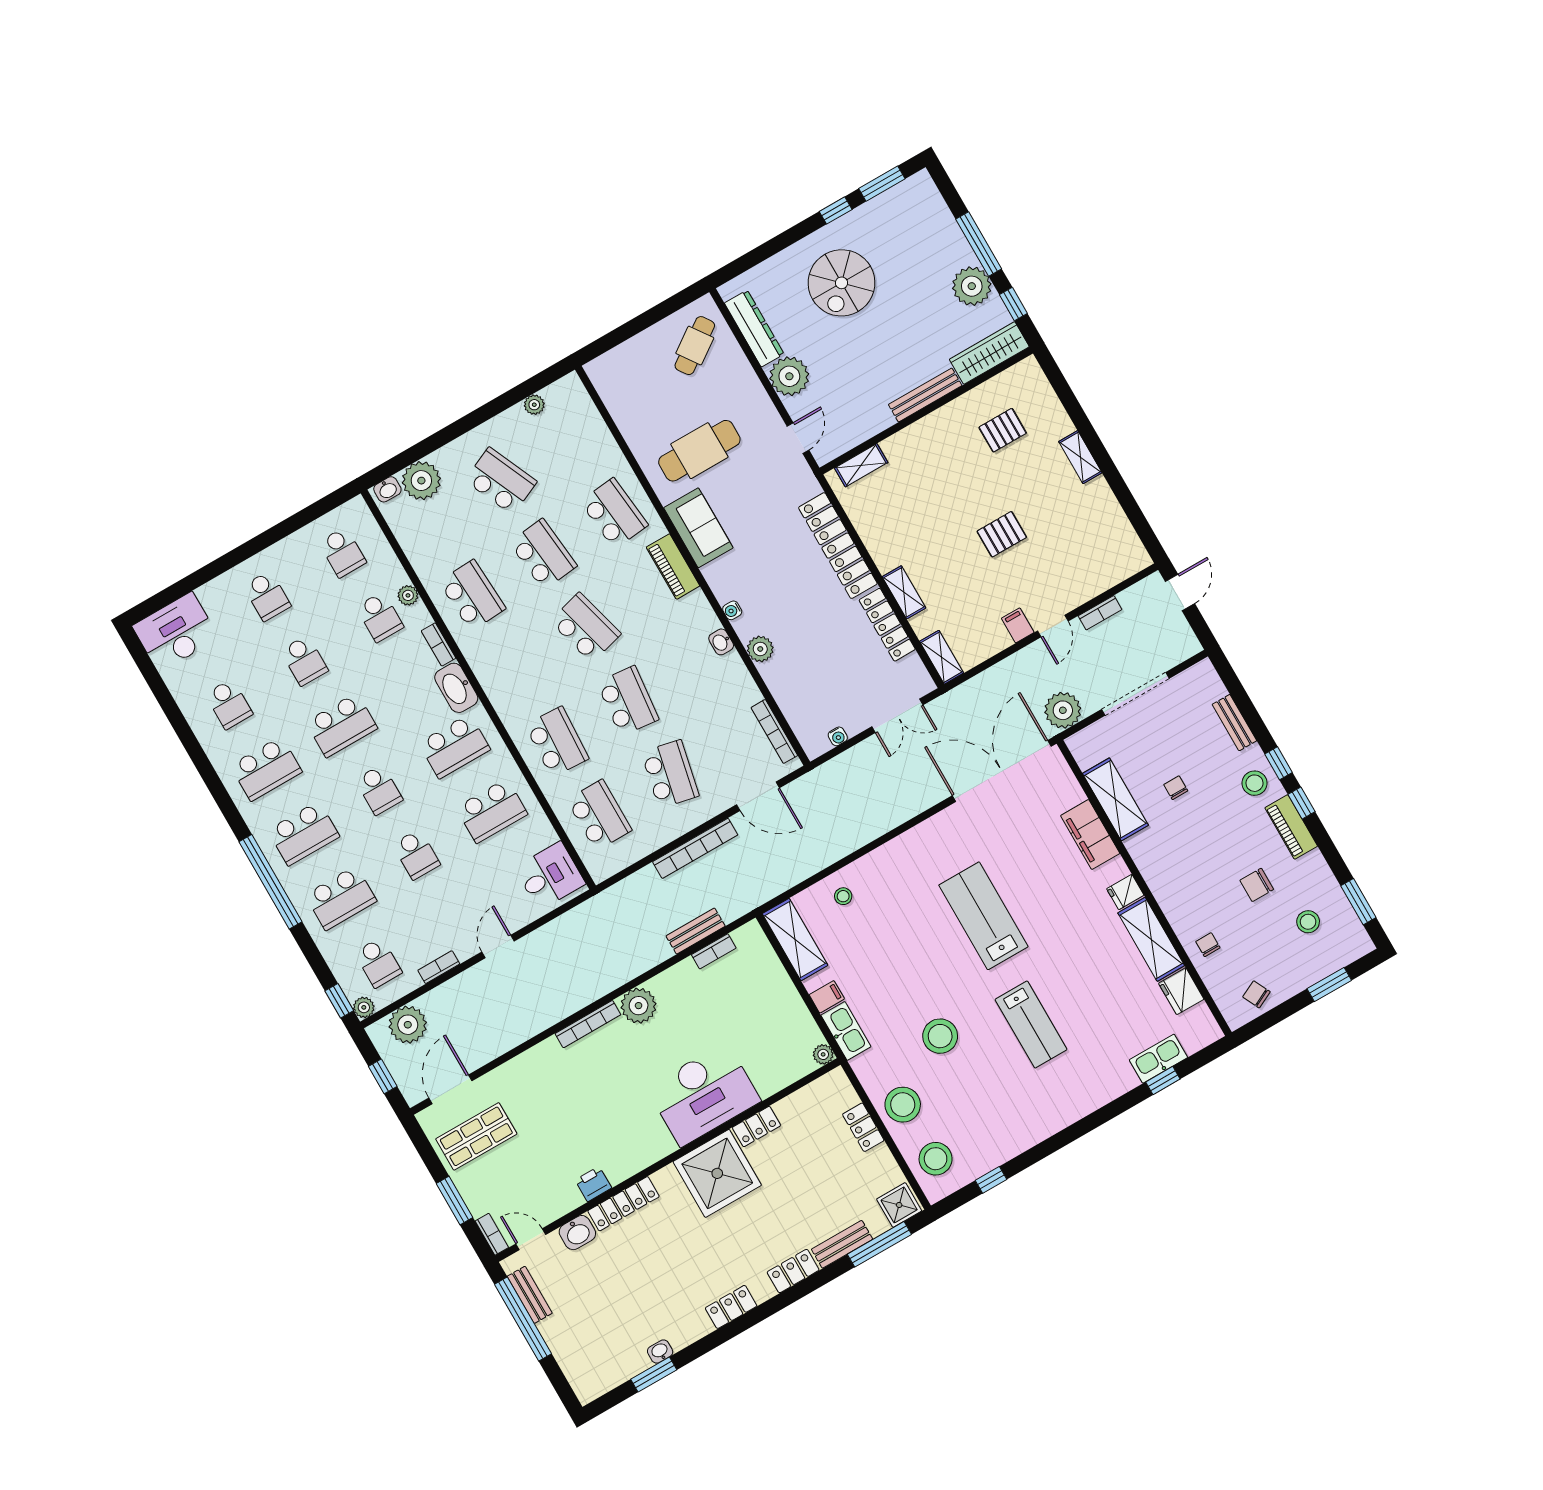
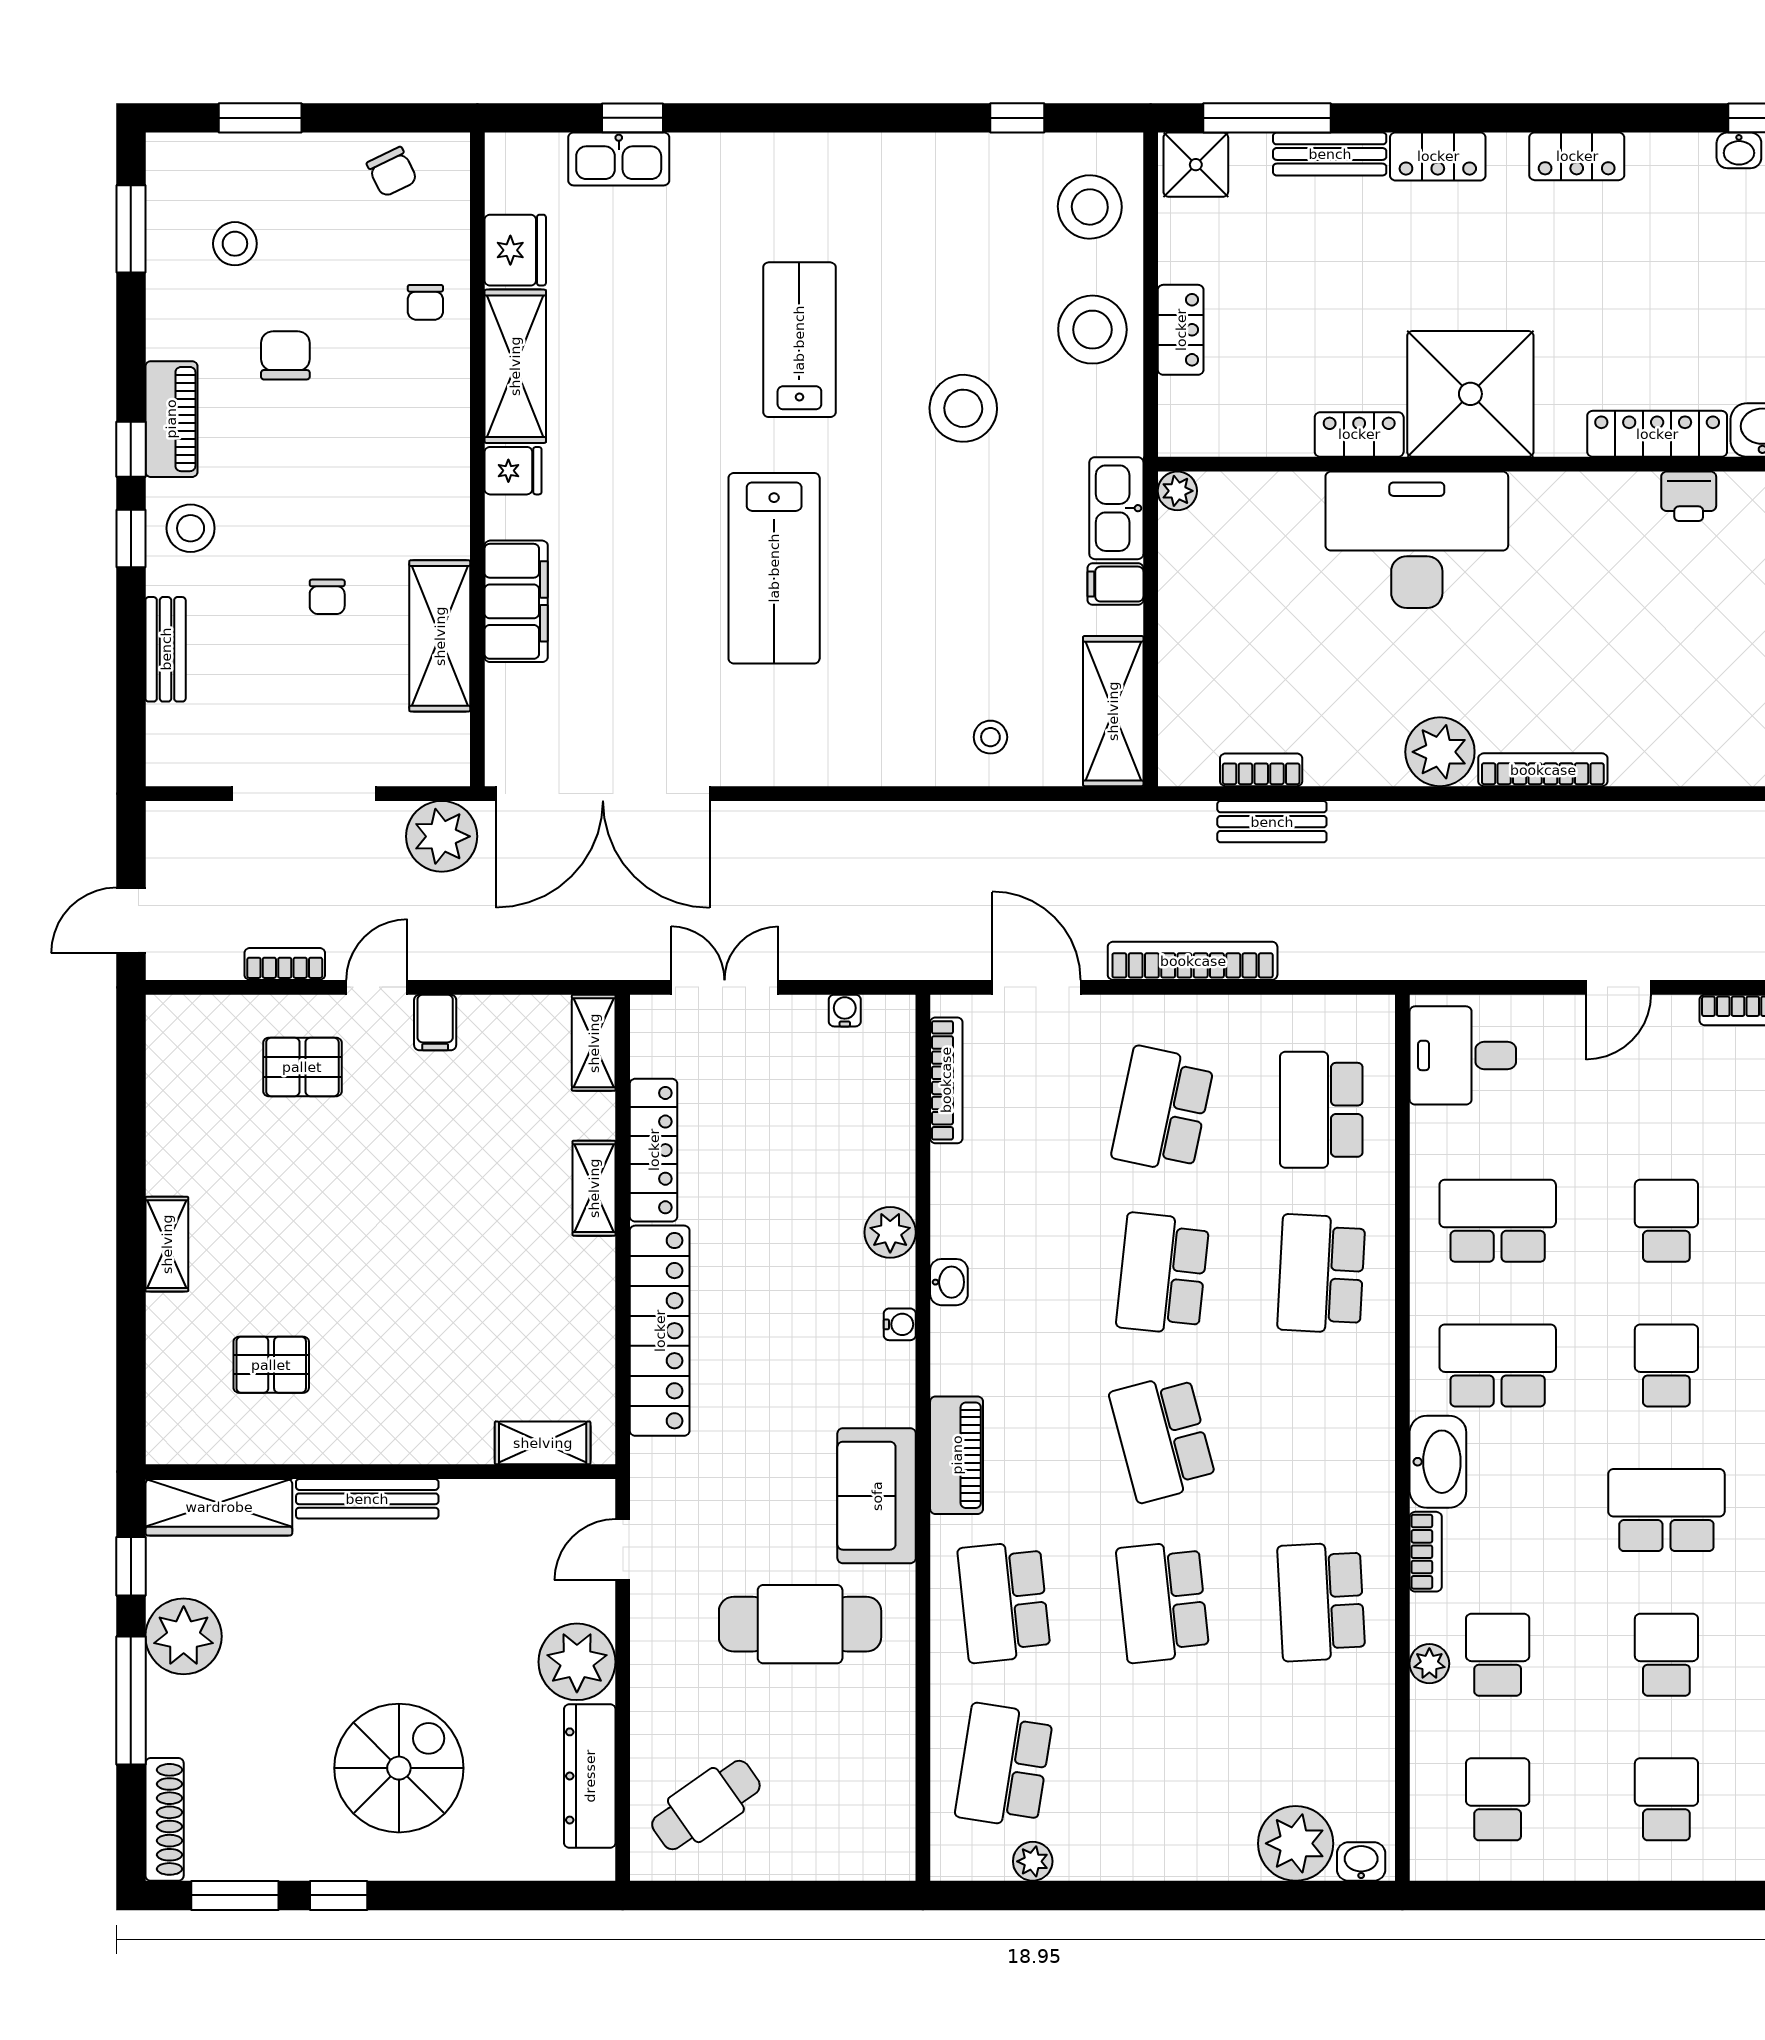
shoe rack: (933, 199) -> (165, 1819), added
school desk: (501, 481) -> (1004, 1766), moved, turned 33
pallet: (1002, 534) -> (302, 1067), moved
chair: (1257, 885) -> (285, 355), turned -90

